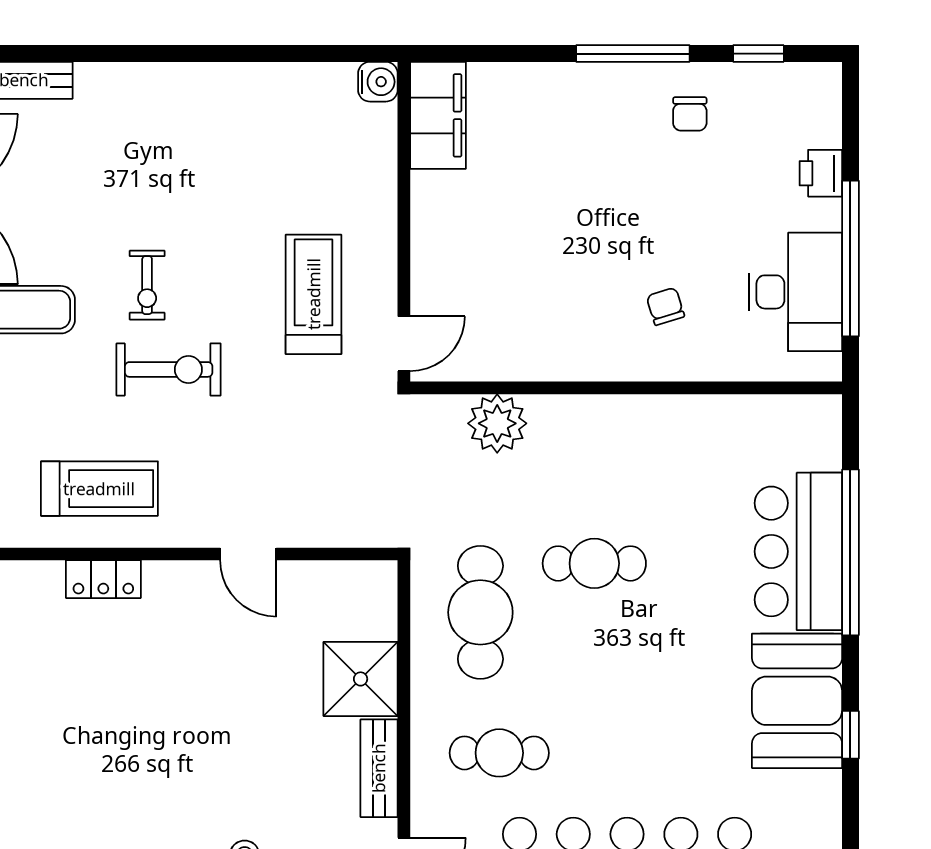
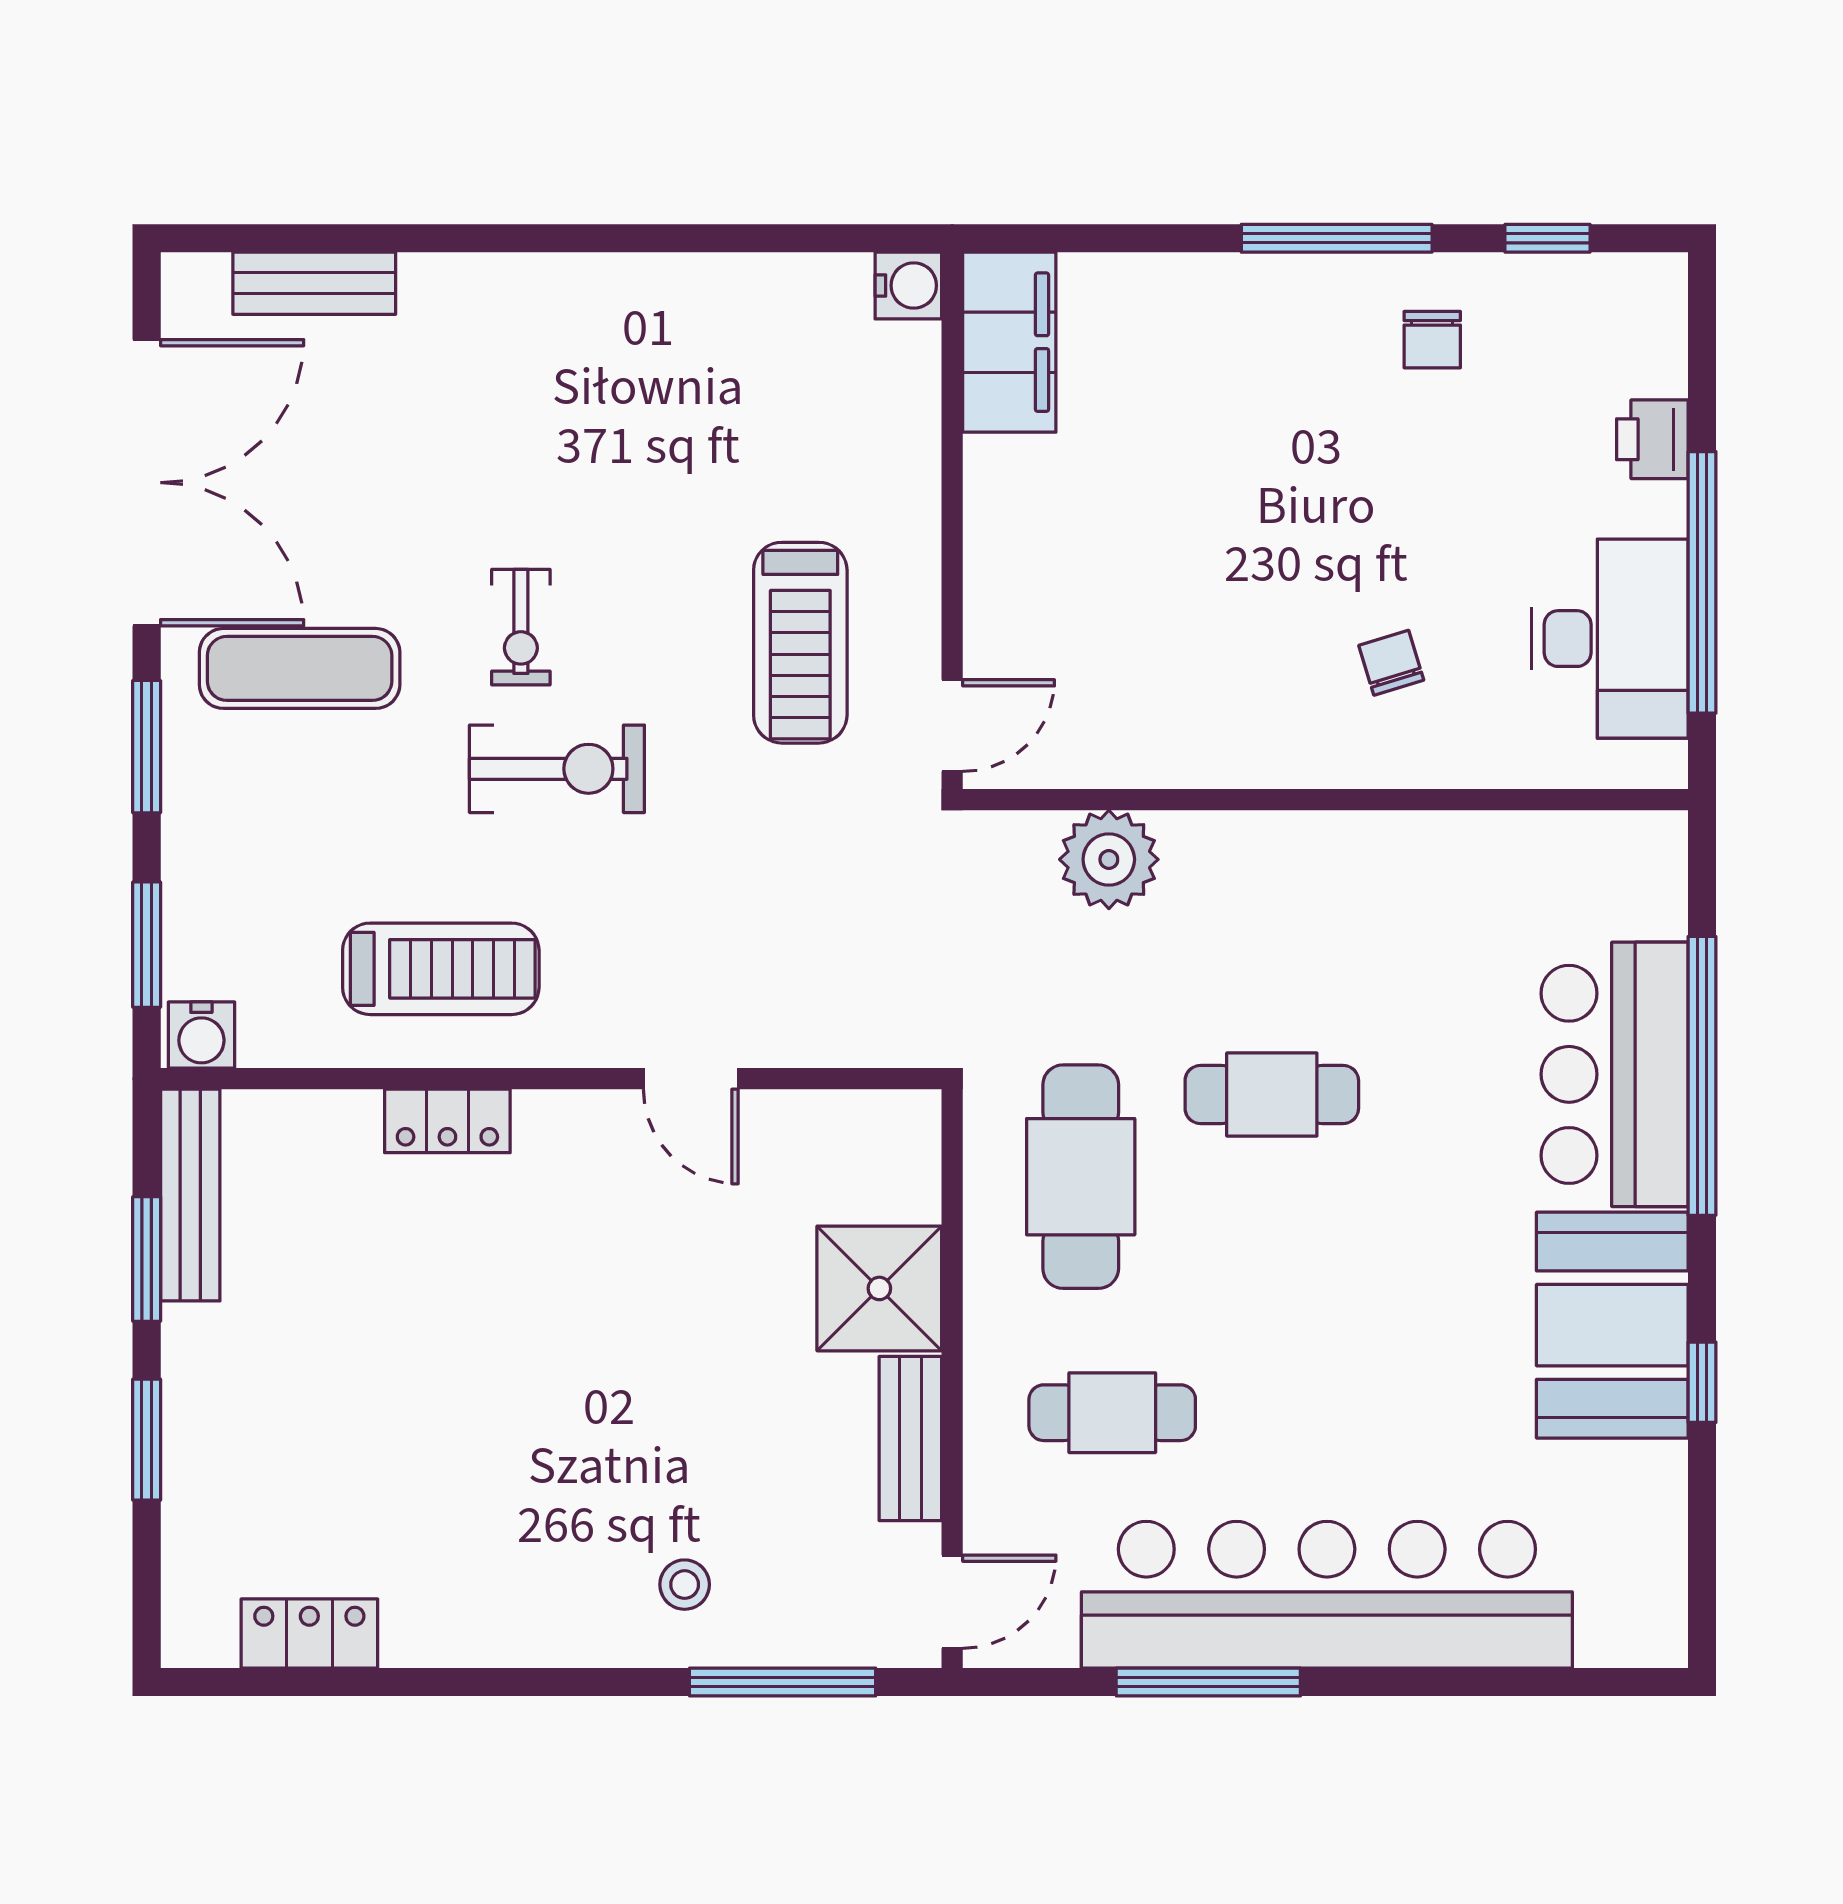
treadmill: (314, 294) -> (800, 643), turned 180

